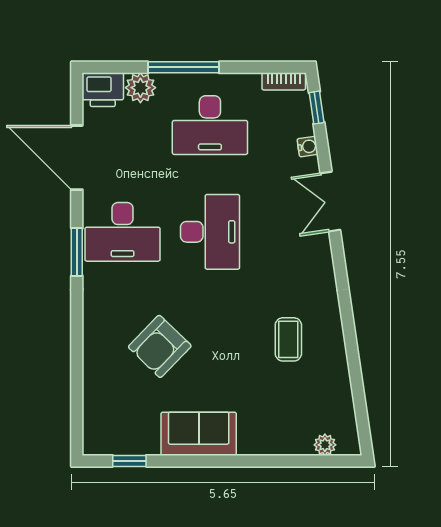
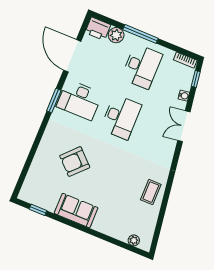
desk: (210, 125) -> (142, 66), turned -90
coffee table: (288, 339) -> (151, 192), moved

